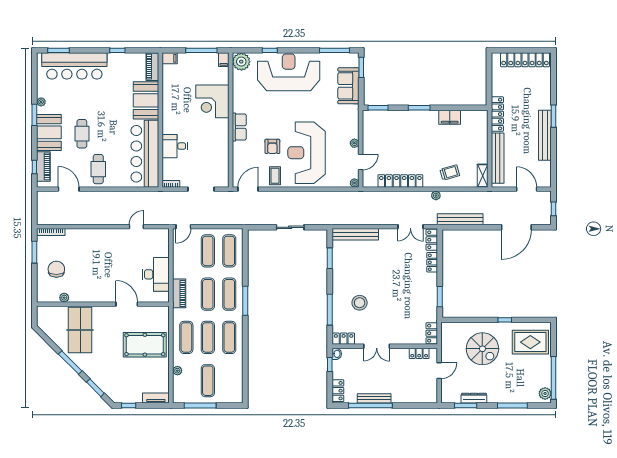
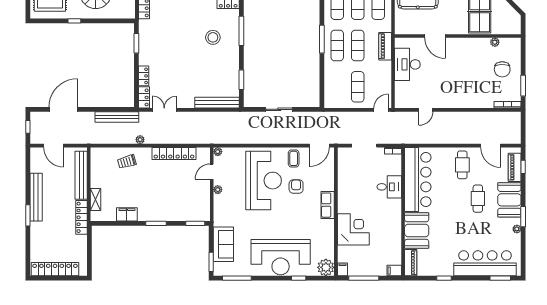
shelving: (483, 176) -> (95, 200), moved
exercise mat: (229, 251) -> (337, 87), removed

